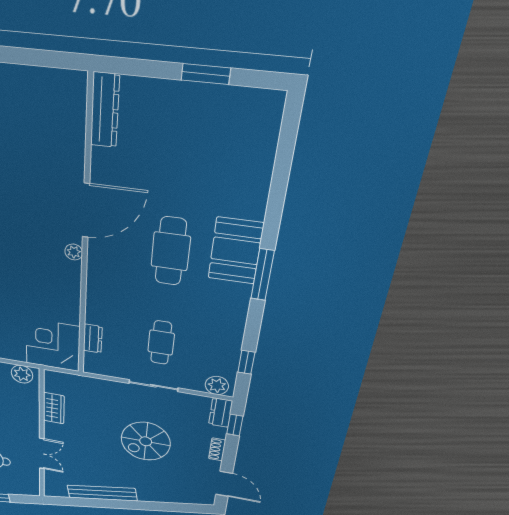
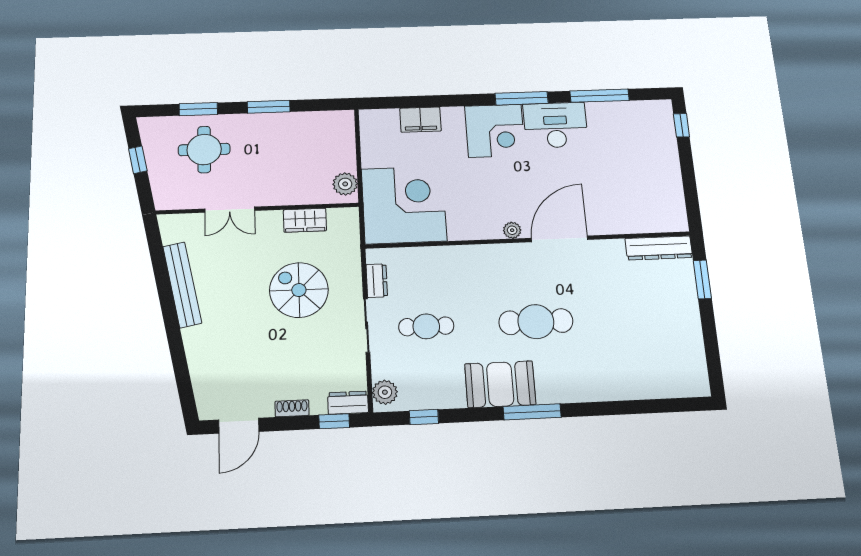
window: (206, 74) -> (702, 280), moved
door: (86, 210) -> (560, 239), swing flipped
booth: (236, 251) -> (500, 384), moved
dresser: (93, 339) -> (377, 281), moved, turned -90
corner desk: (53, 345) -> (404, 205), width x1.36, depth x1.36
spiral stairs: (146, 441) -> (299, 290), moved

